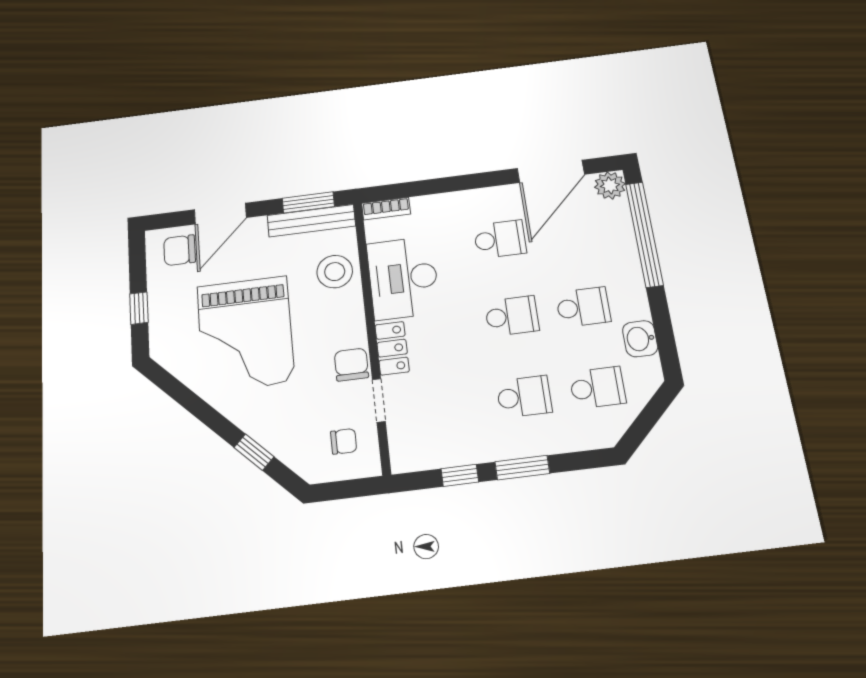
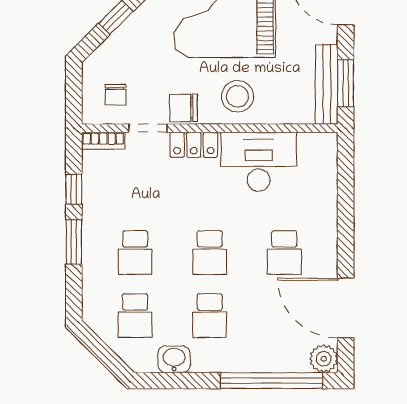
bookcase: (386, 209) -> (103, 141), moved, turned -90
stool: (335, 272) -> (238, 96), moved
chair: (351, 365) -> (183, 108), turned 180

